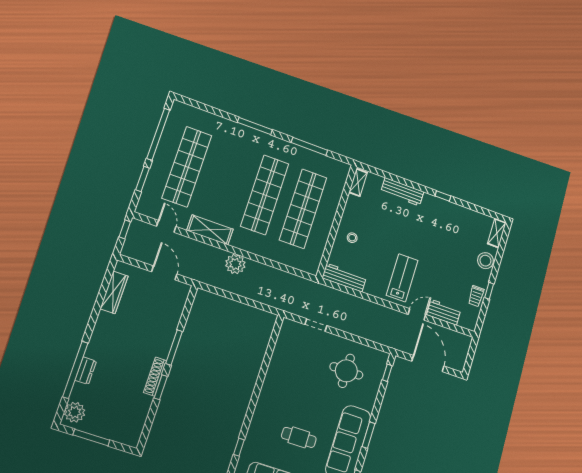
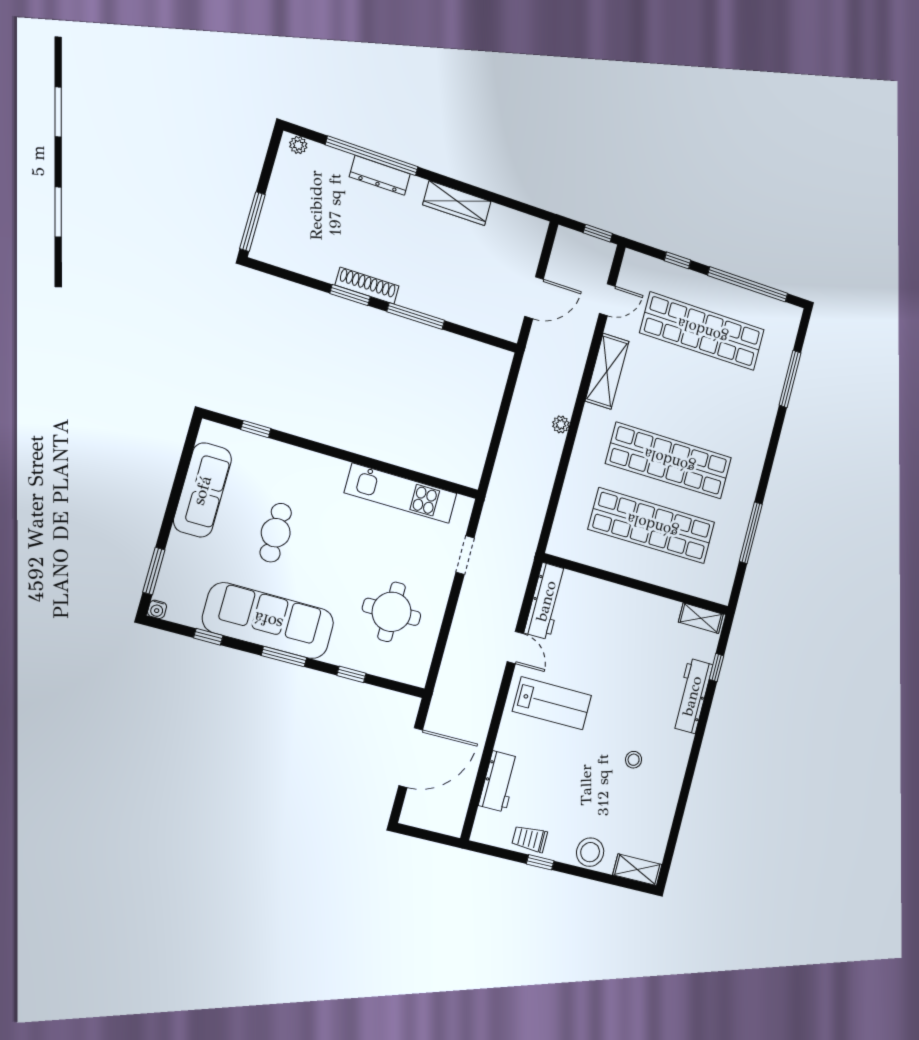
window: (255, 126) -> (790, 379), moved
window: (142, 179) -> (677, 260), width x0.67
window: (443, 196) -> (716, 668), moved
stool: (352, 238) -> (634, 760), moved
plant: (235, 264) -> (561, 424), width x0.53, depth x0.53
wardrobe: (114, 292) -> (457, 203), moved
door: (417, 314) -> (515, 648), moved
kitchen unit: (279, 362) -> (401, 493), added
dresser: (86, 371) -> (380, 175), width x1.44
window: (387, 373) -> (351, 674), moved
plant: (75, 412) -> (298, 145), width x0.53, depth x0.53
window: (91, 438) -> (252, 222), moved

